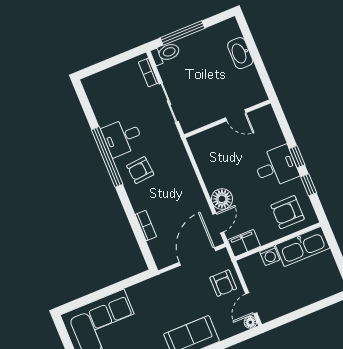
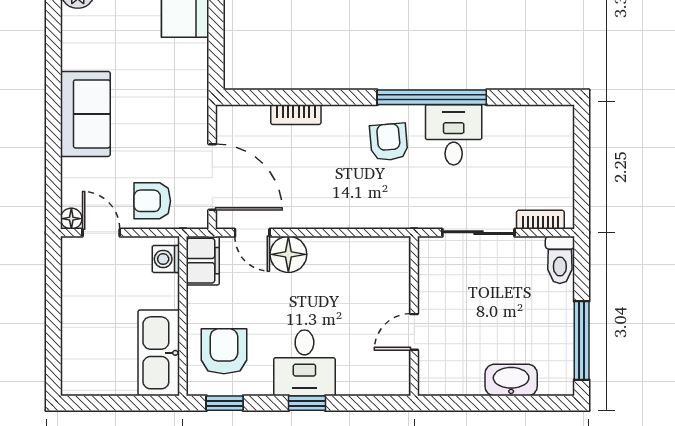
window: (182, 33) -> (582, 340), moved
window: (309, 185) -> (225, 403), moved
washing machine: (270, 256) -> (166, 259), moved

